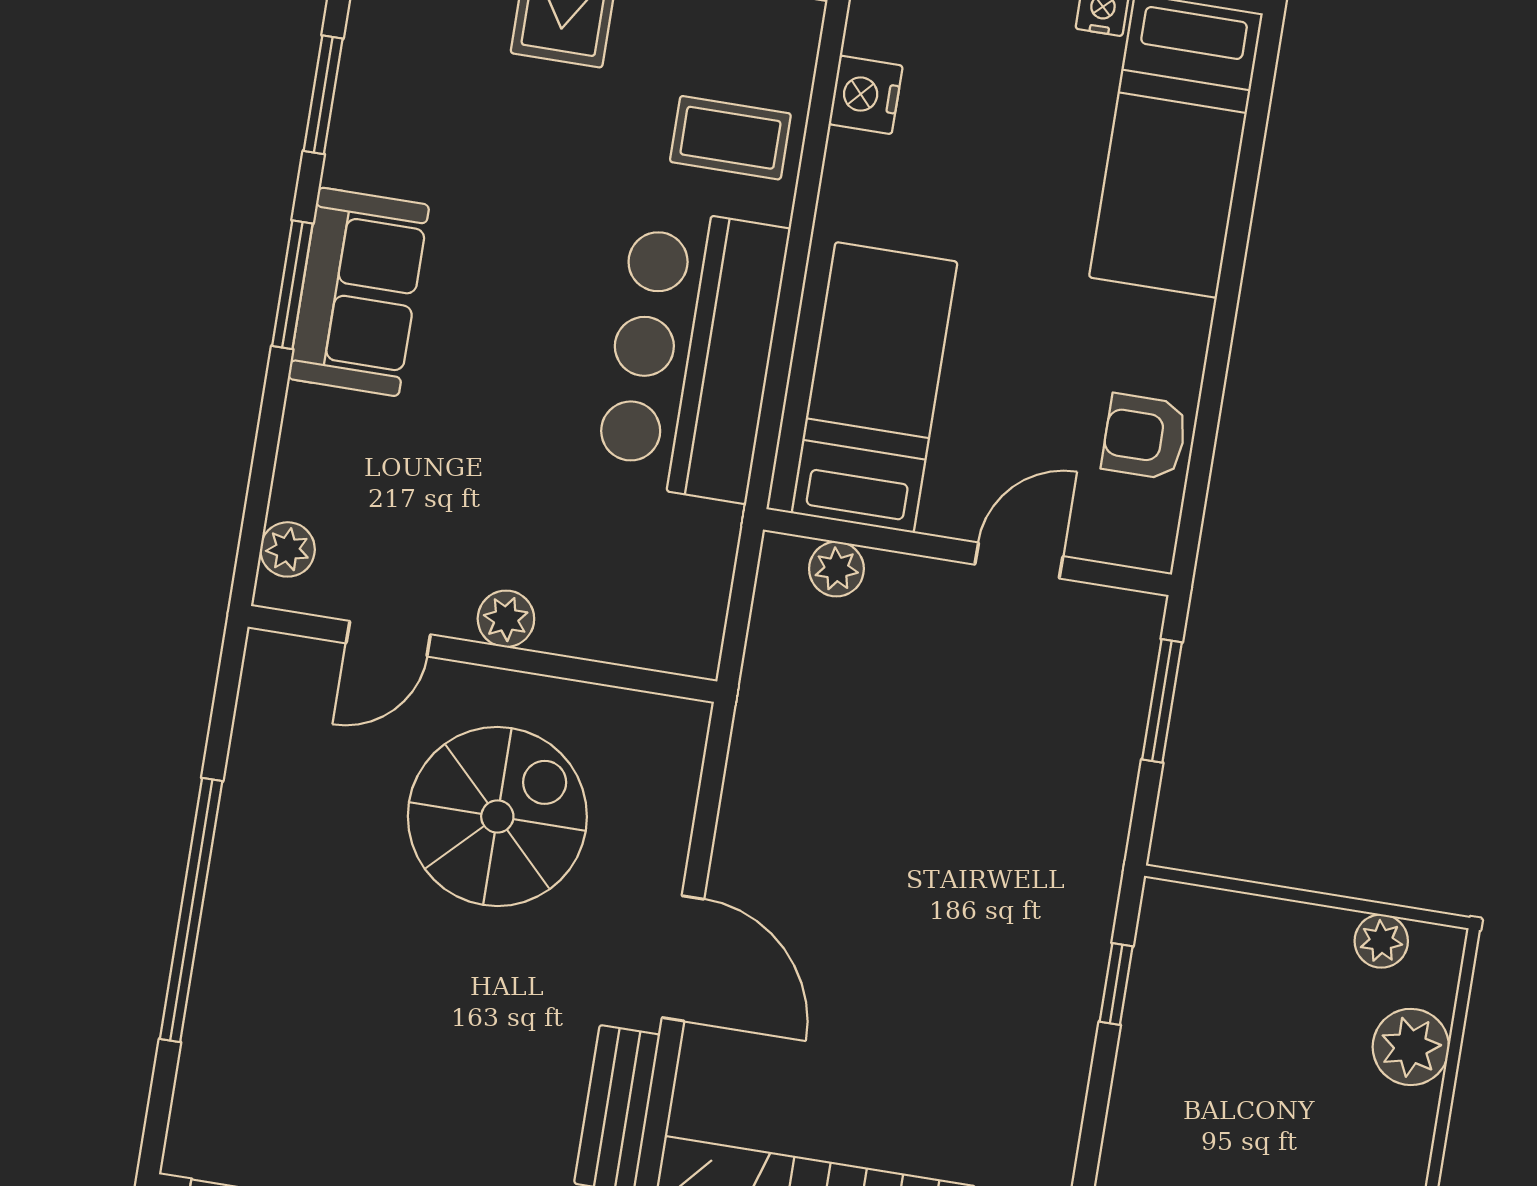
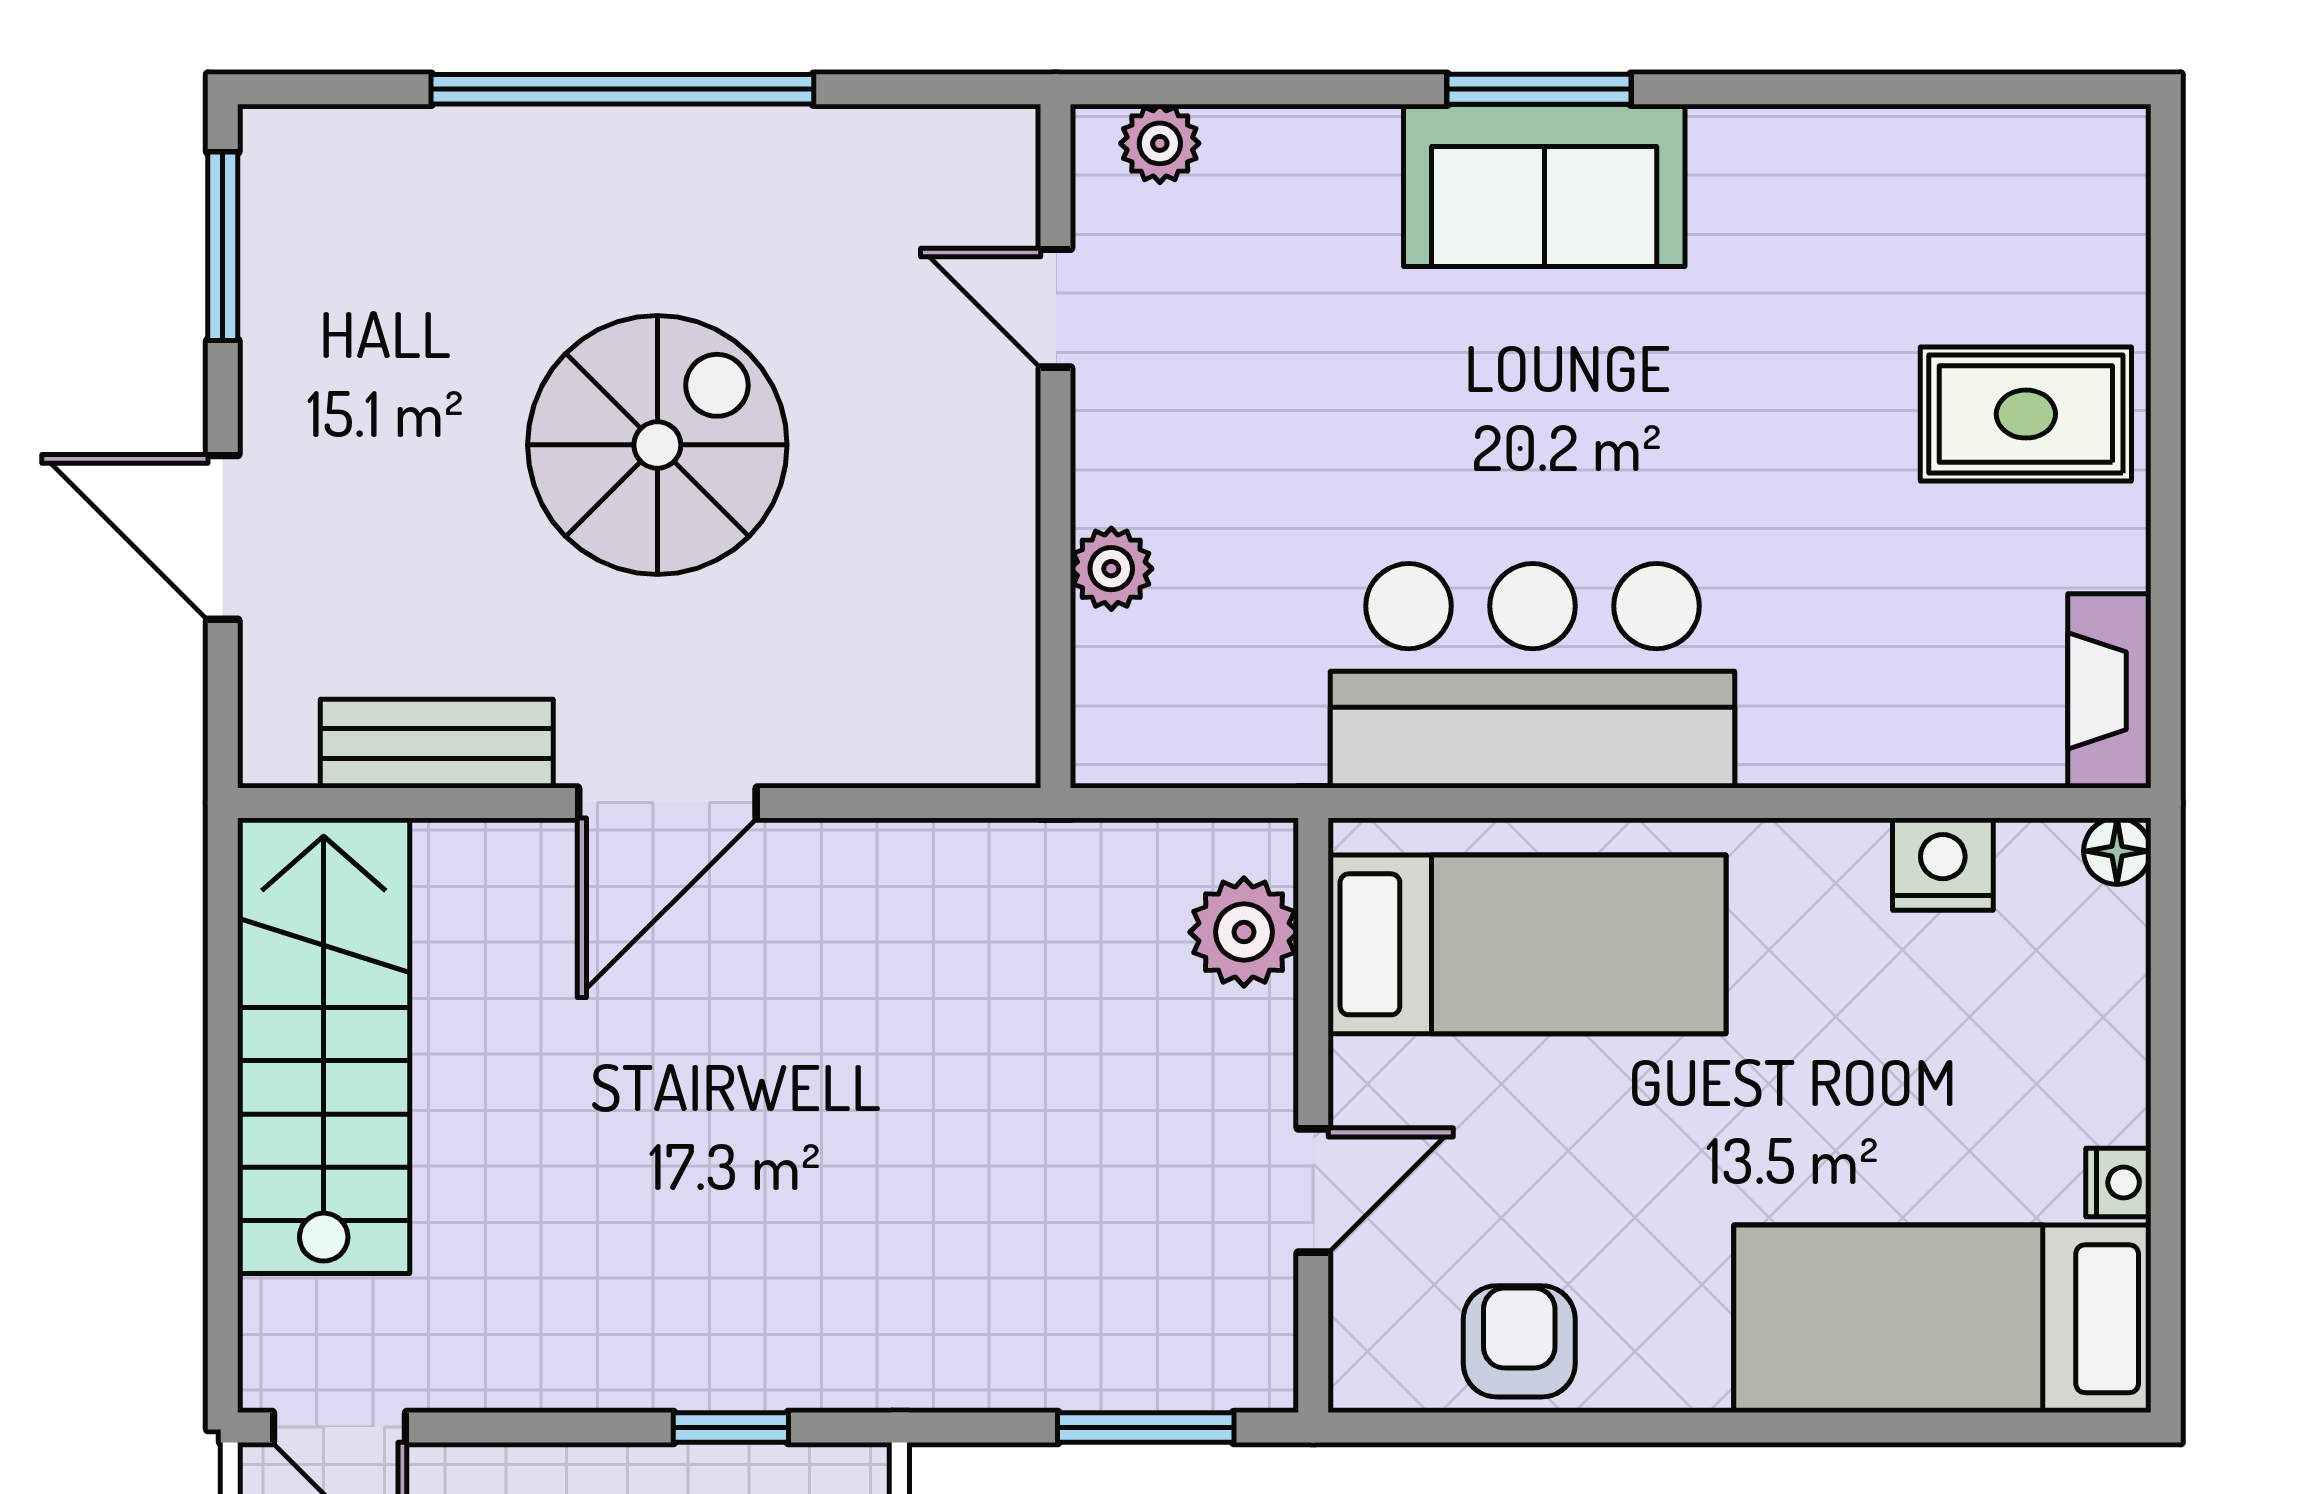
window: (323, 95) -> (1817, 89), removed
coffee table: (730, 138) -> (1850, 681), removed
door: (1019, 560) -> (1313, 1191), hinge flipped
plant: (836, 569) -> (1244, 932), width x1.38, depth x1.38
plant: (506, 619) -> (1111, 569), moved
spiral stairs: (497, 816) -> (657, 445), moved, turned -90

